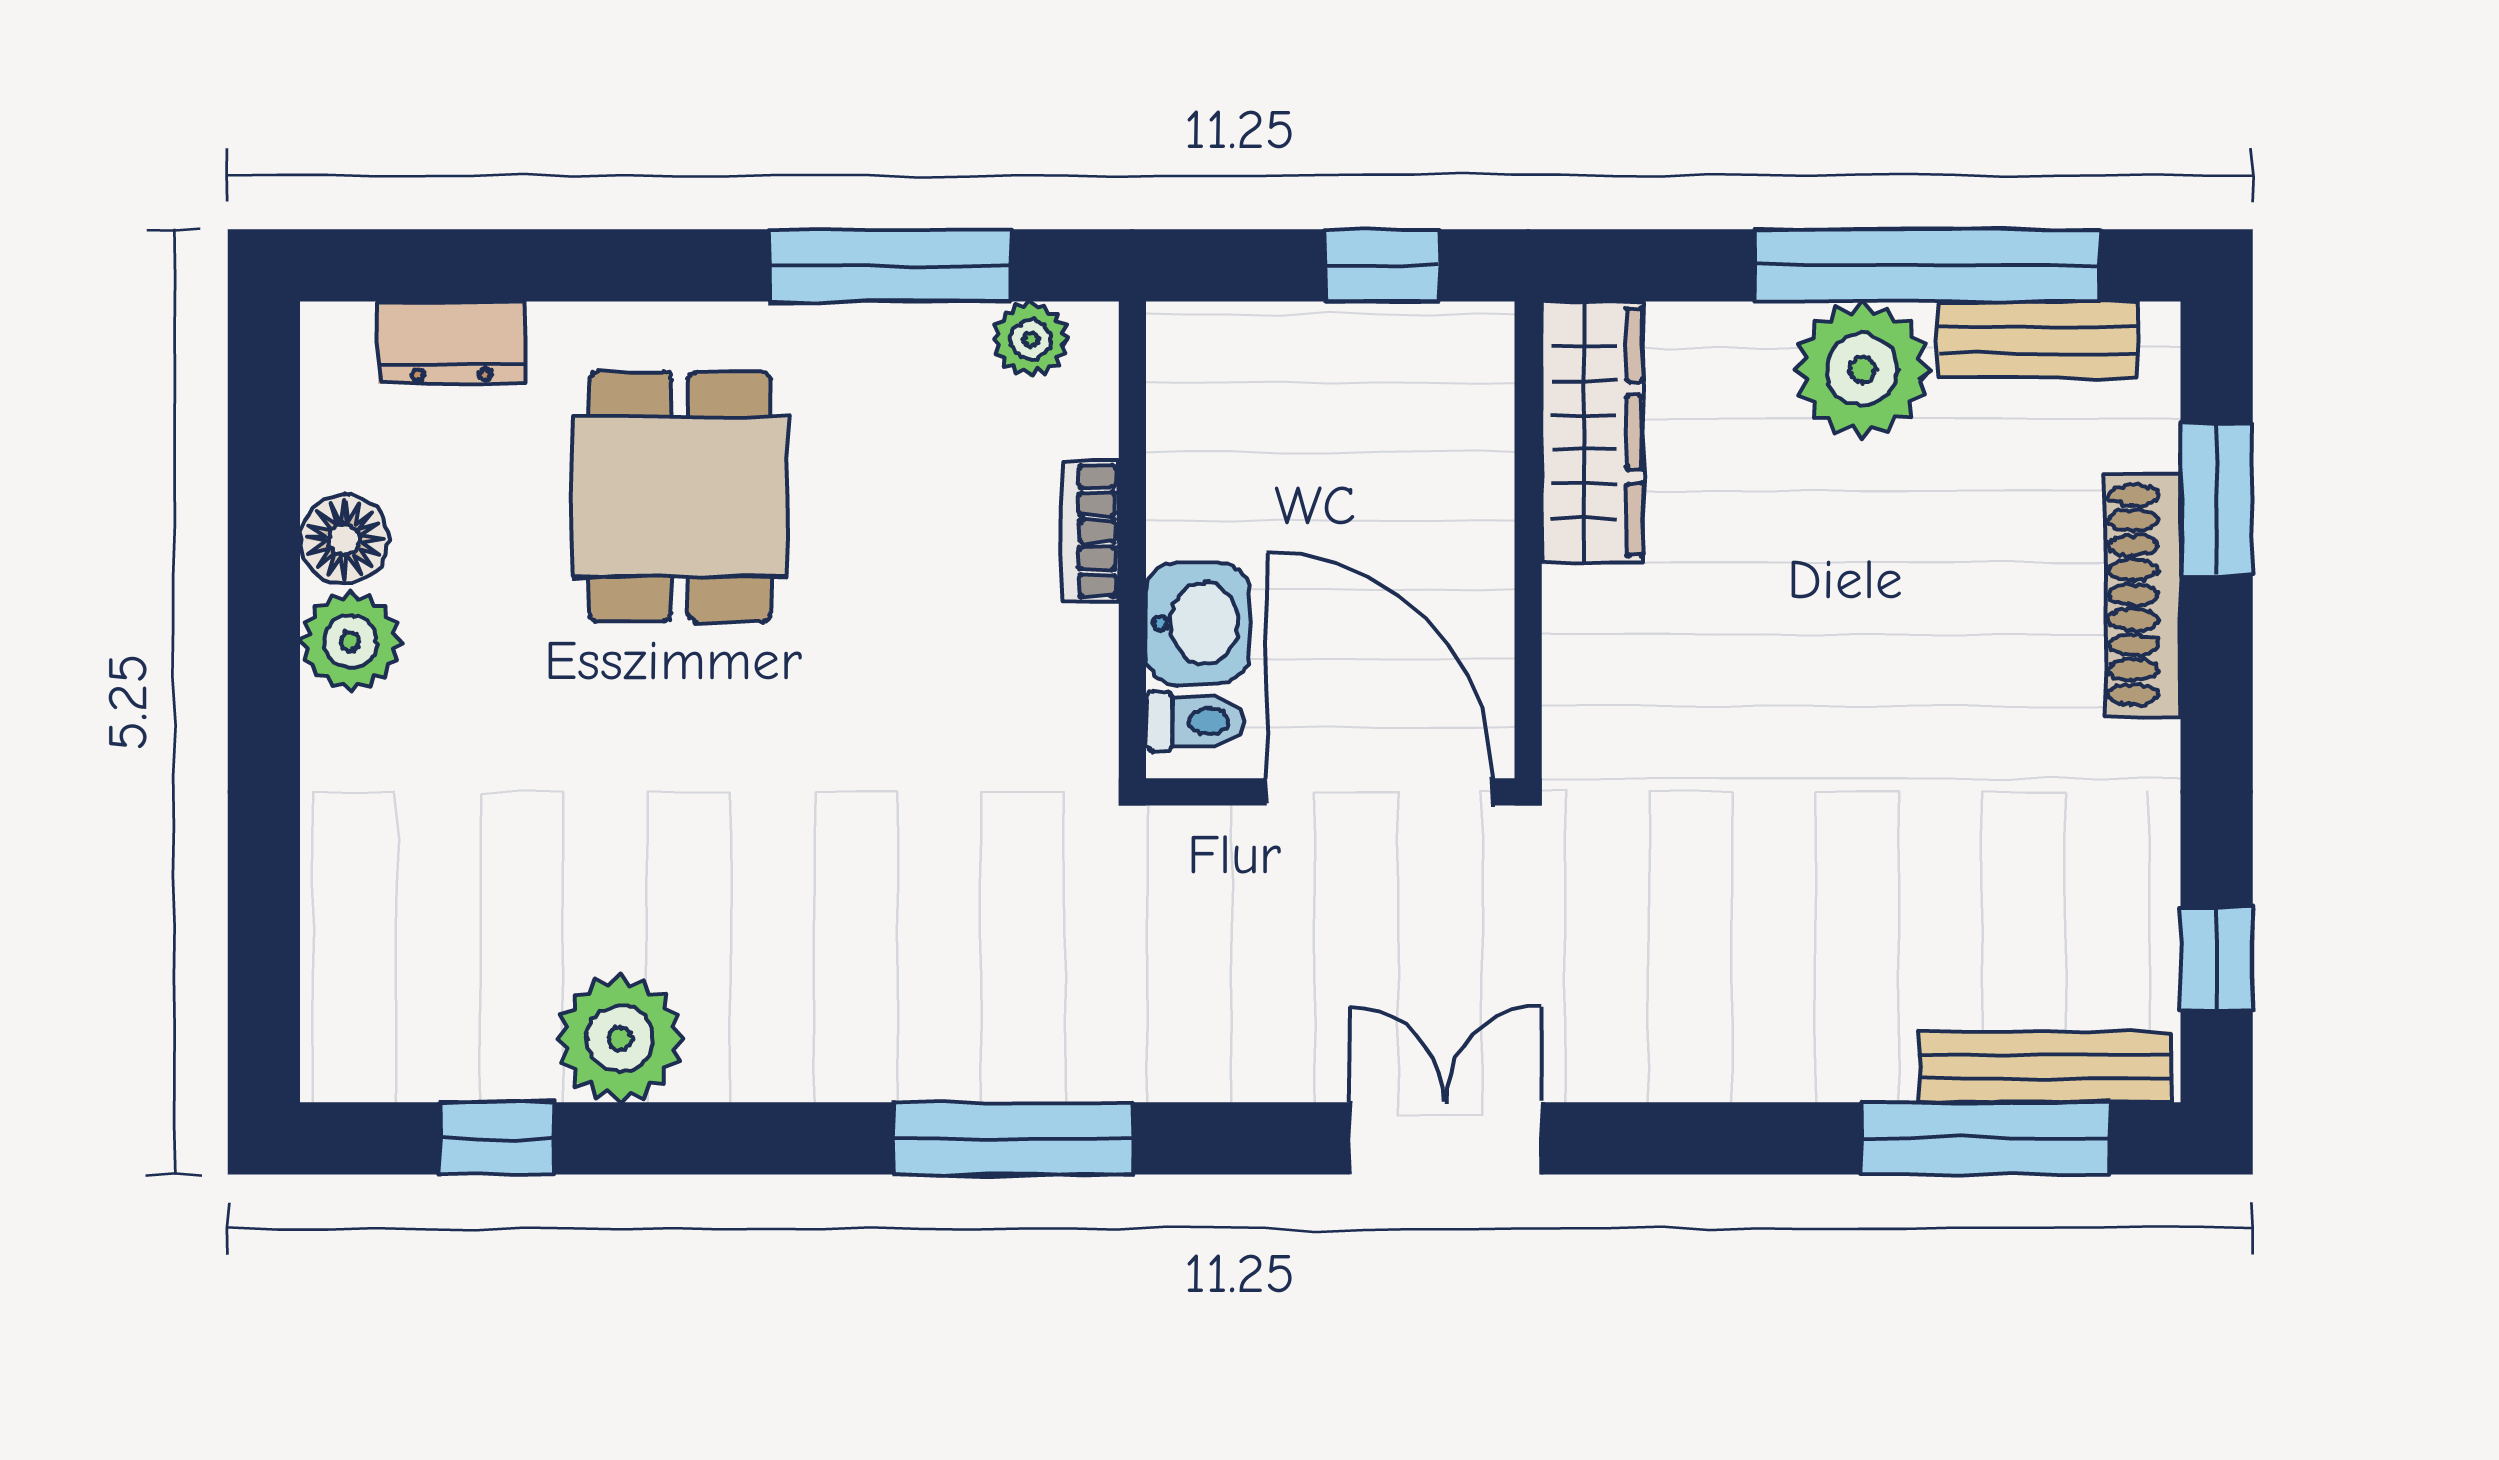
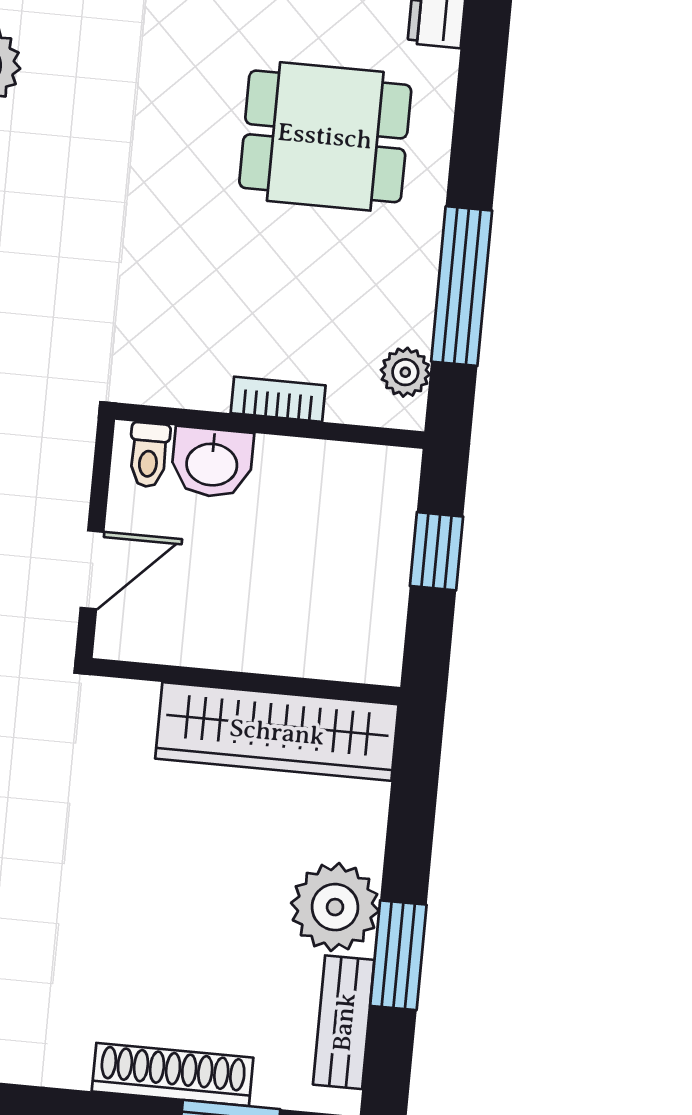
window: (1382, 265) -> (437, 551), moved
window: (1927, 265) -> (398, 955), width x0.47
wardrobe: (1592, 432) -> (277, 732), width x1.40, depth x1.17
door: (1379, 792) -> (92, 570), width x0.53

